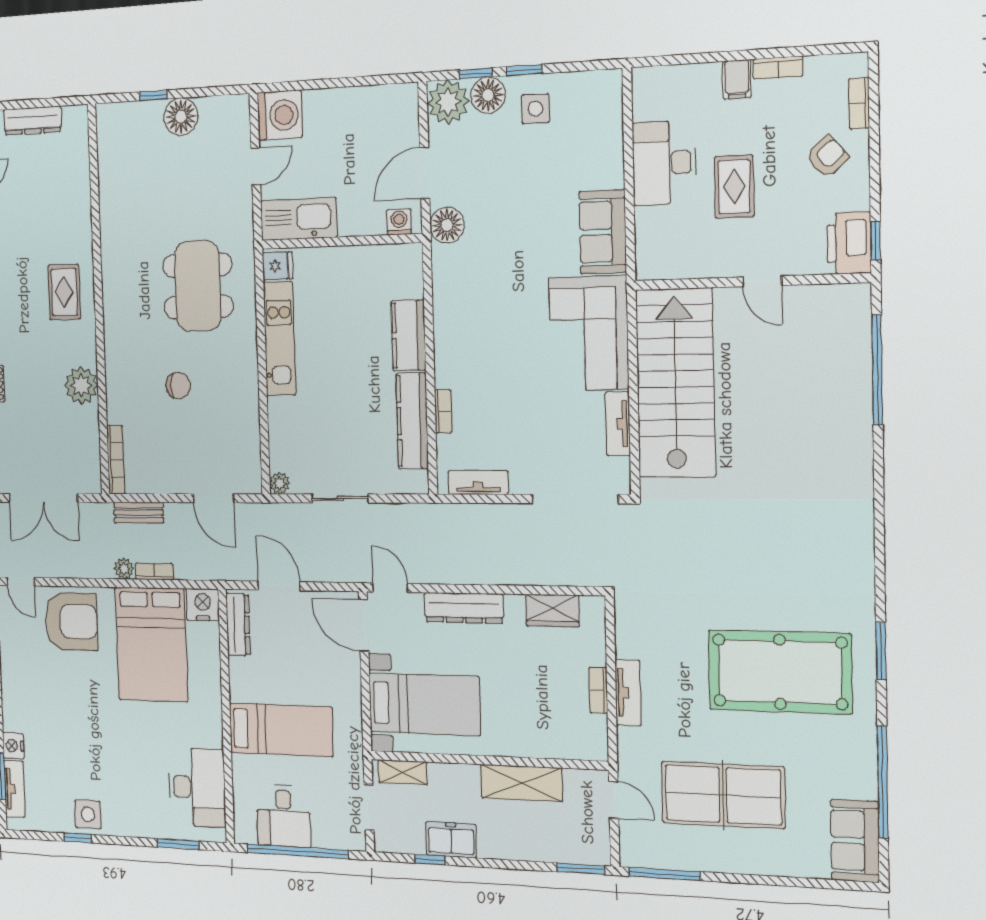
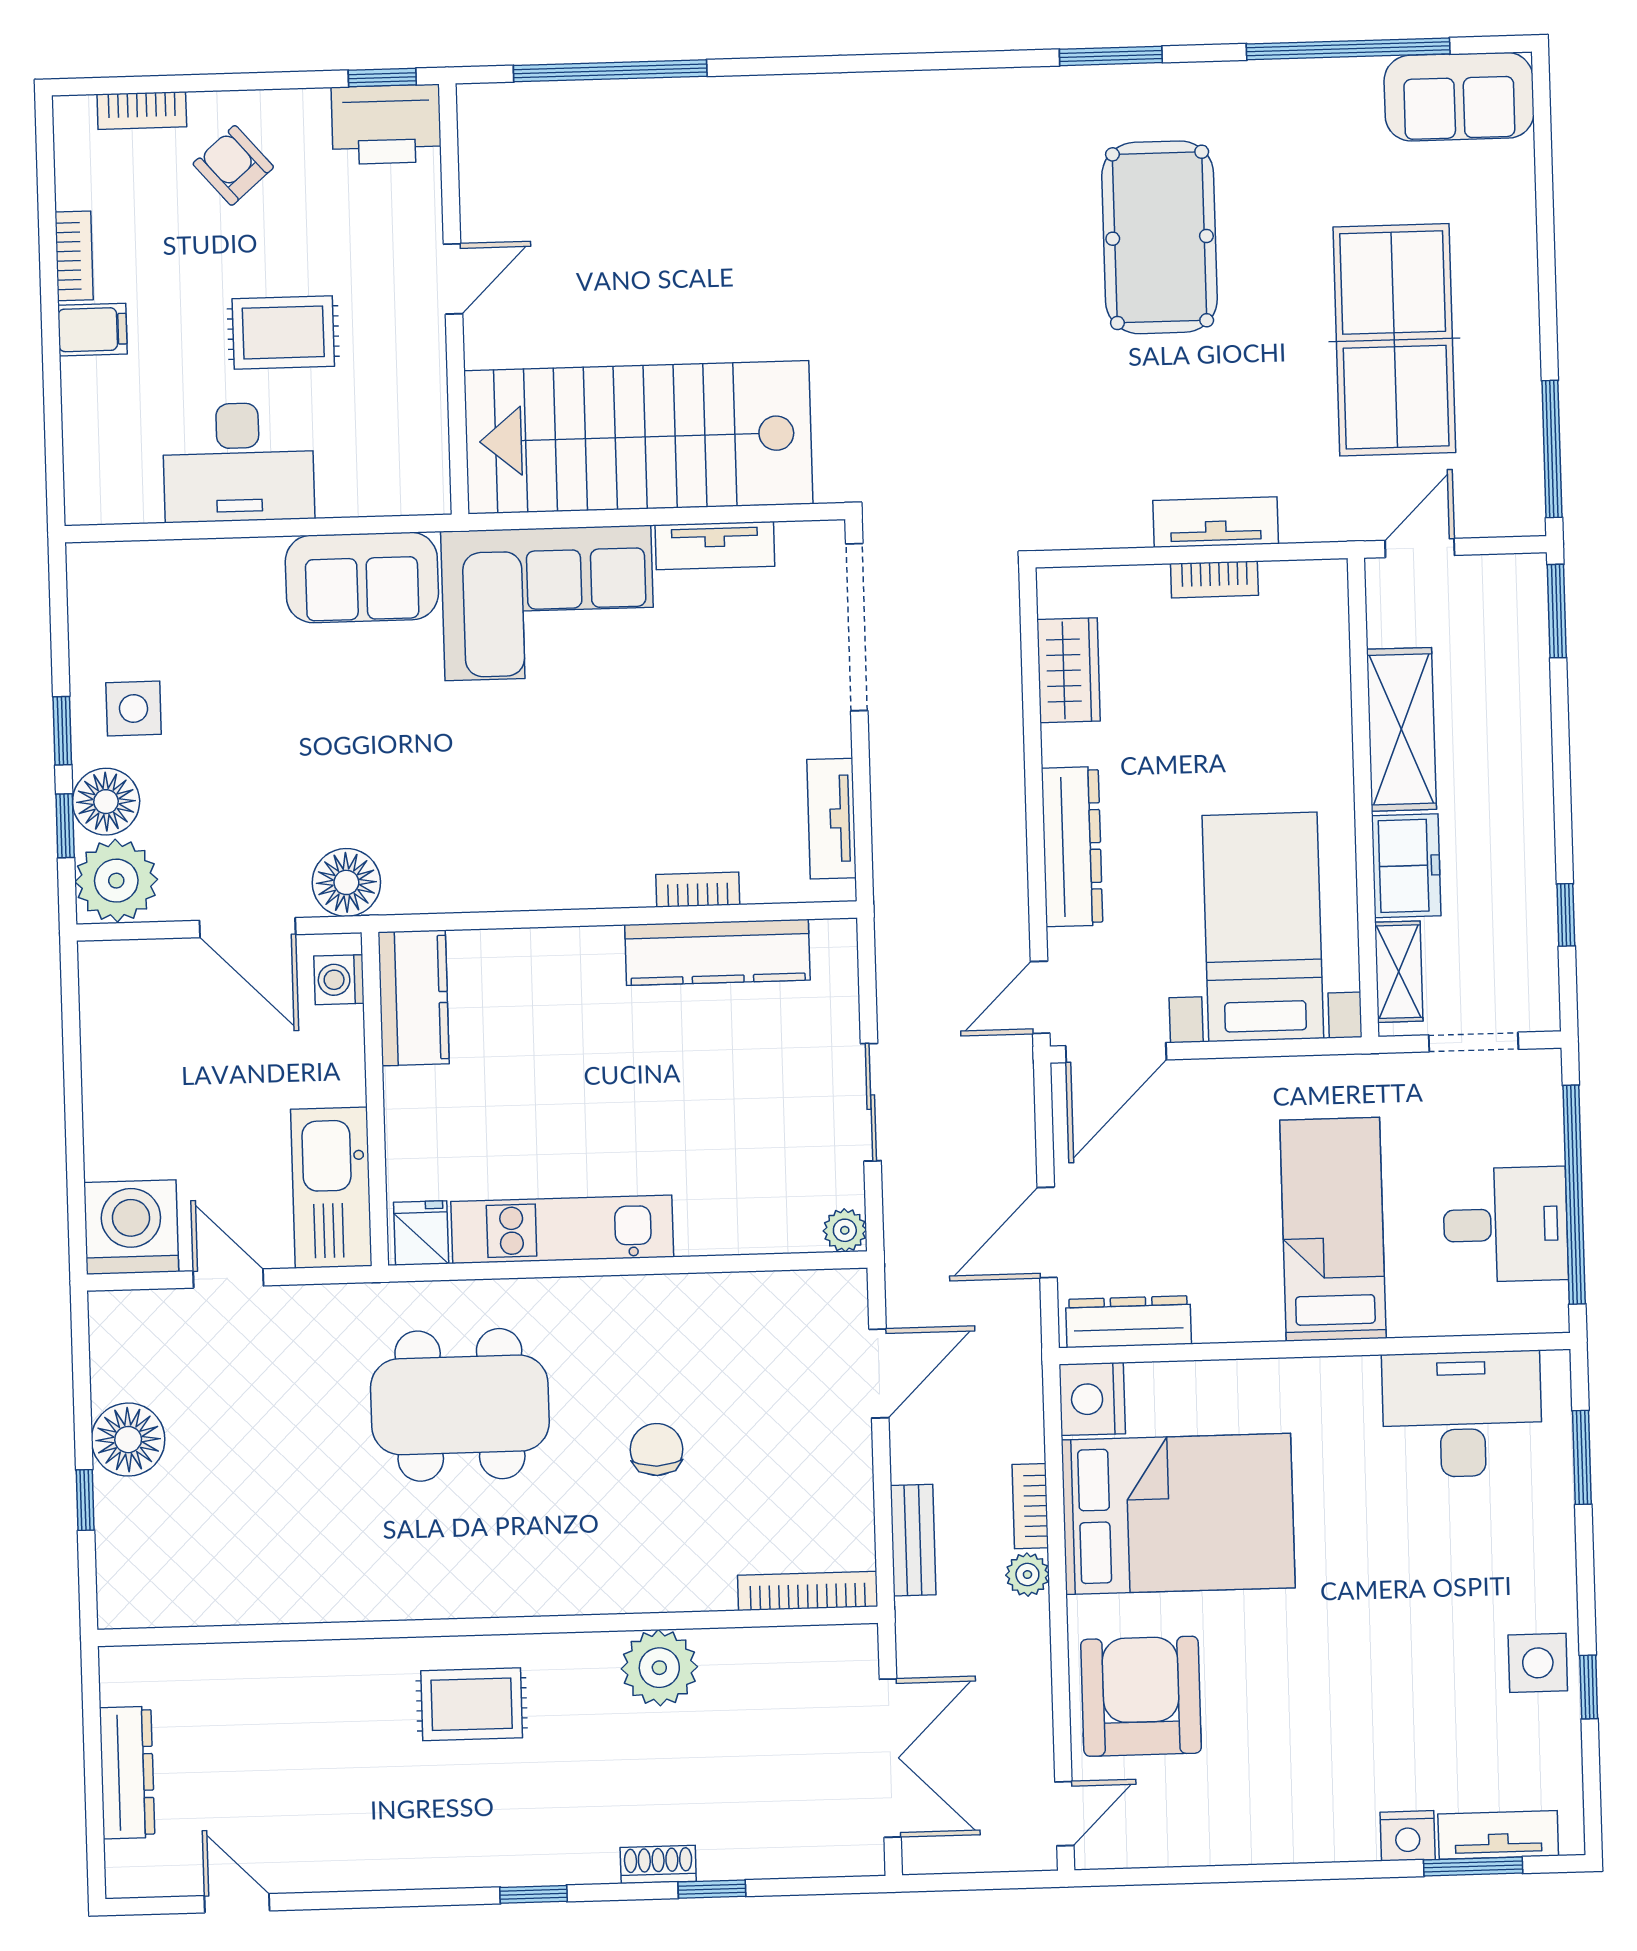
kitchen counter: (408, 335) -> (414, 998), moved, turned -90
pool table: (780, 672) -> (1160, 237), width x0.73, depth x0.76
freezer: (451, 840) -> (1406, 866), moved, turned 180

